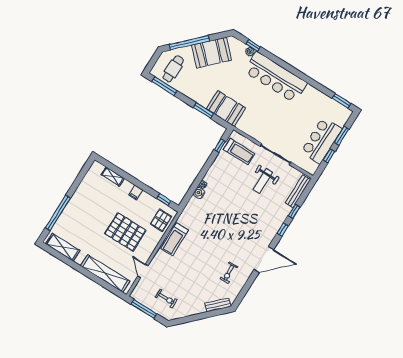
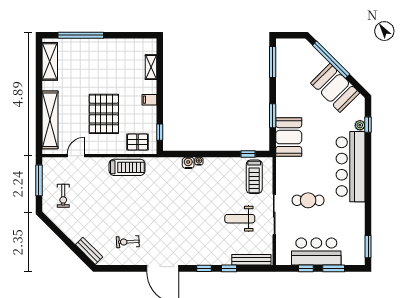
cafe table: (173, 69) -> (308, 200), moved
treadmill: (175, 239) -> (127, 167), turned 180

